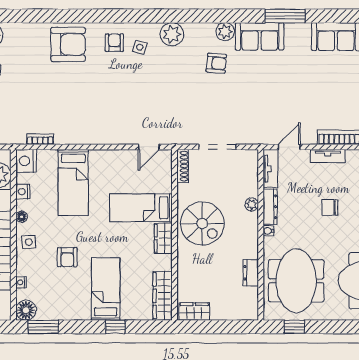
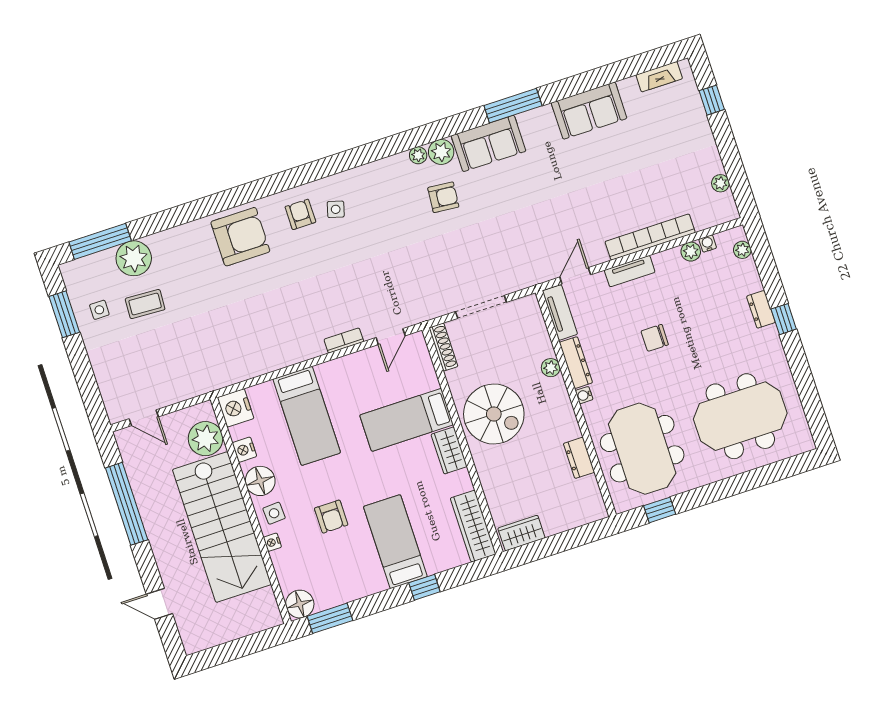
plant: (172, 34) -> (418, 155), moved, width x0.53, depth x0.53
bookcase: (40, 139) -> (344, 341), moved
floor lamp: (22, 217) -> (260, 481), width x1.89, depth x1.89
nightstand: (21, 282) -> (272, 542), moved

